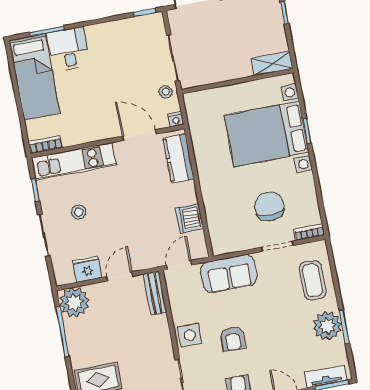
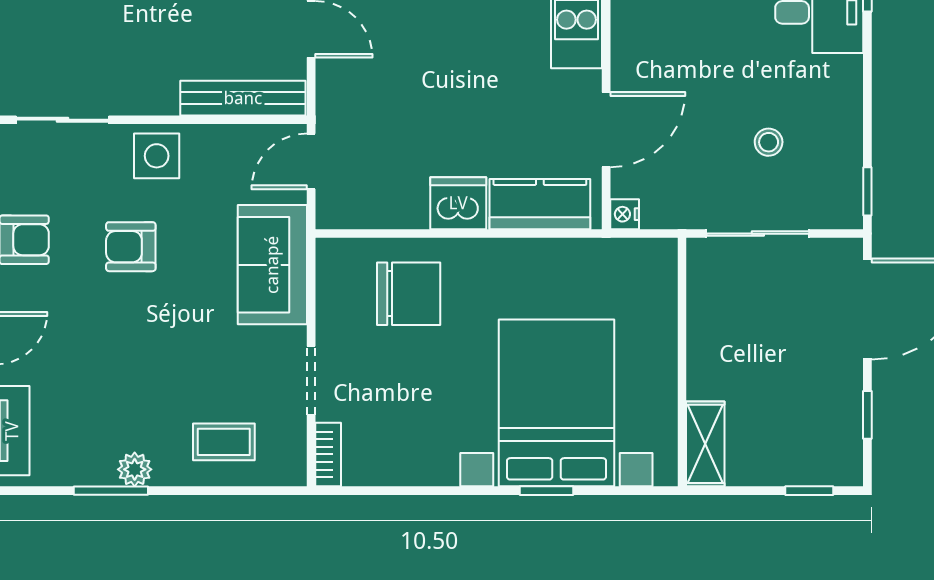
stool: (166, 92) -> (769, 142), moved
chair: (269, 206) -> (409, 294), moved
dishwasher: (190, 218) -> (458, 203), moved
door: (179, 265) -> (311, 161), swing flipped
coffee table: (313, 280) -> (224, 442), width x0.73, depth x0.77
bench: (155, 294) -> (243, 98), width x1.36
plant: (327, 326) -> (135, 469), width x0.53, depth x0.53

